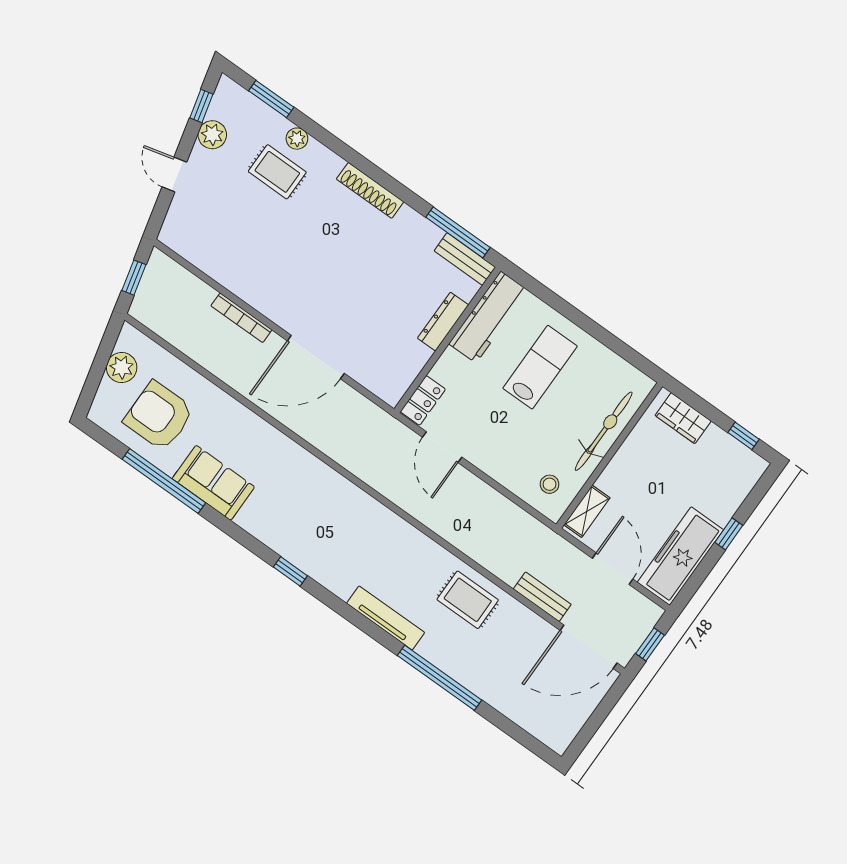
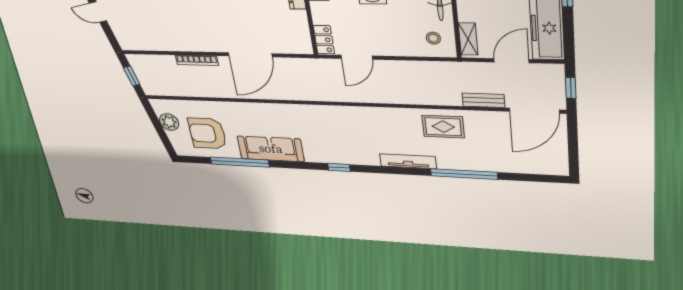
door: (442, 447) -> (357, 57), hinge flipped
sofa: (213, 483) -> (271, 149), width x1.36
door: (613, 569) -> (511, 61), hinge flipped

